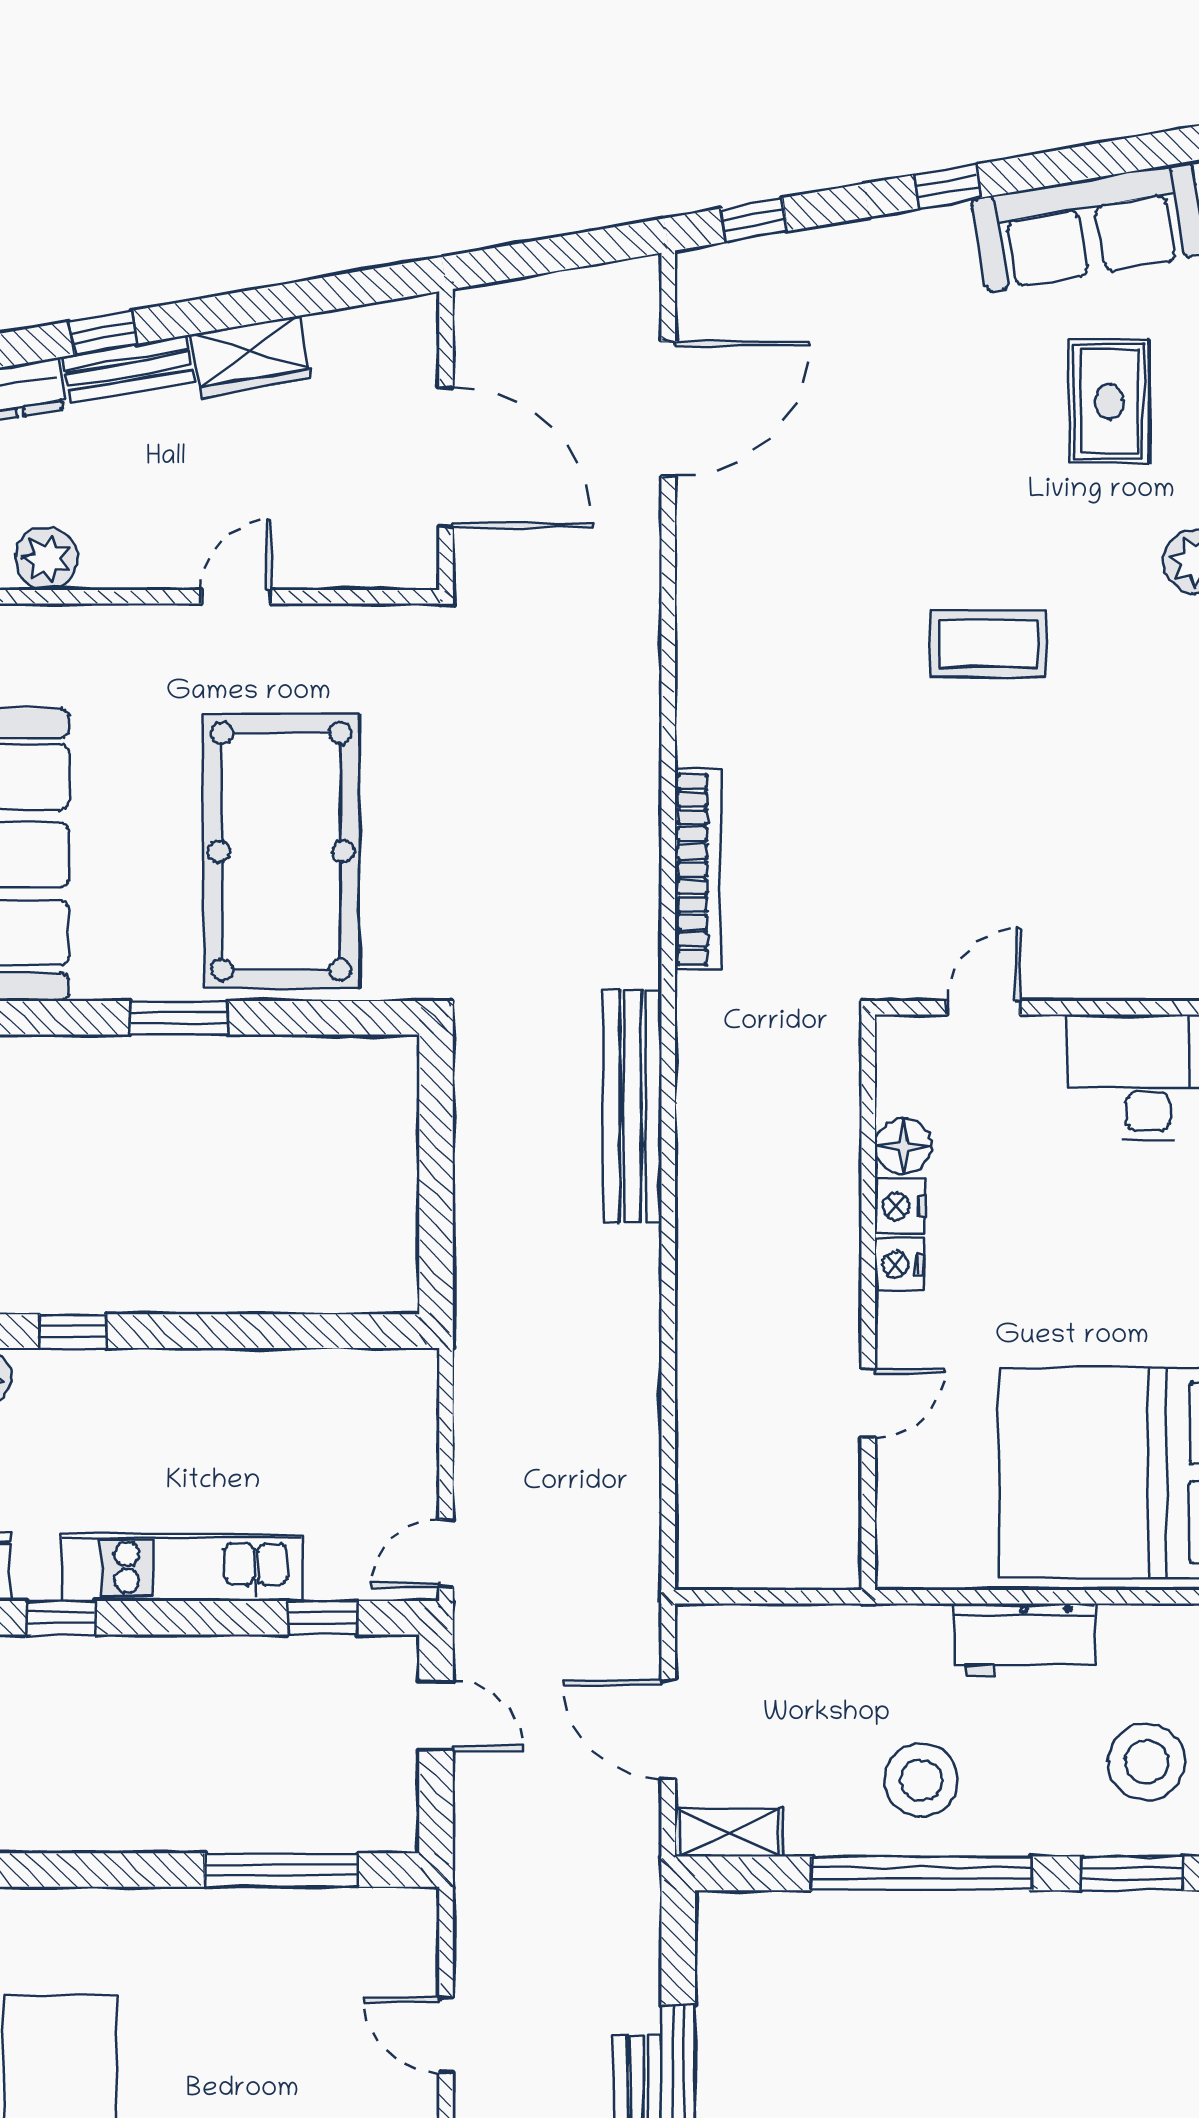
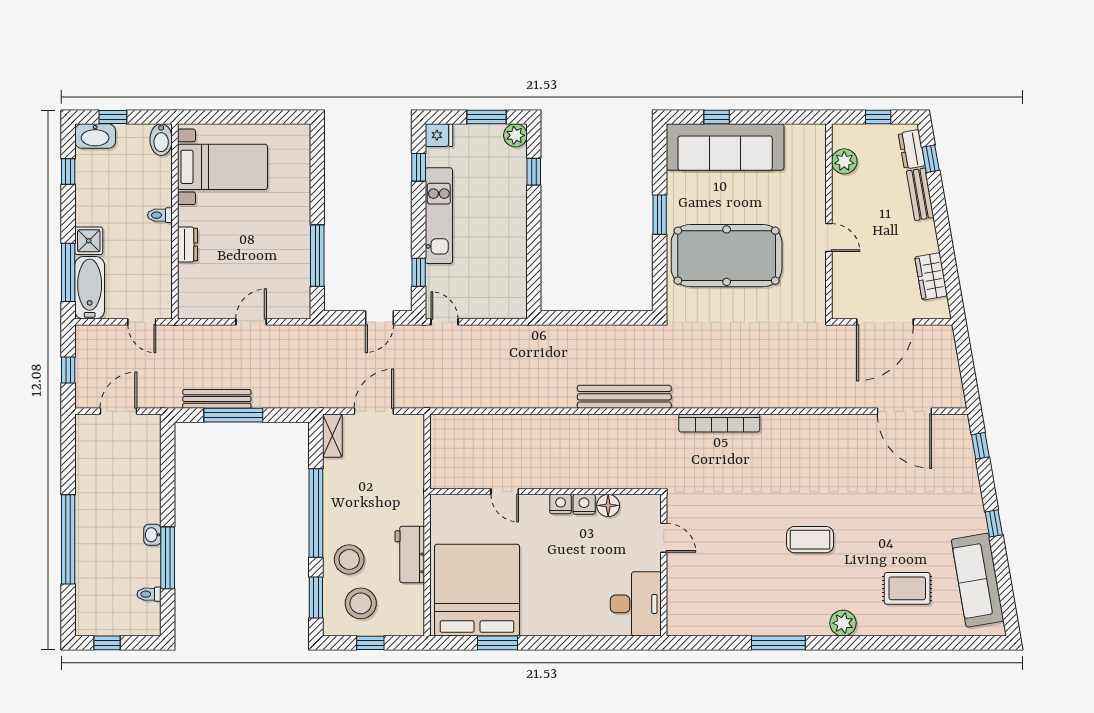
window: (103, 333) -> (931, 159), moved
wardrobe: (250, 357) -> (931, 276), moved
coffee table: (988, 644) -> (810, 540), turned 90
stool: (921, 1780) -> (349, 559), moved

